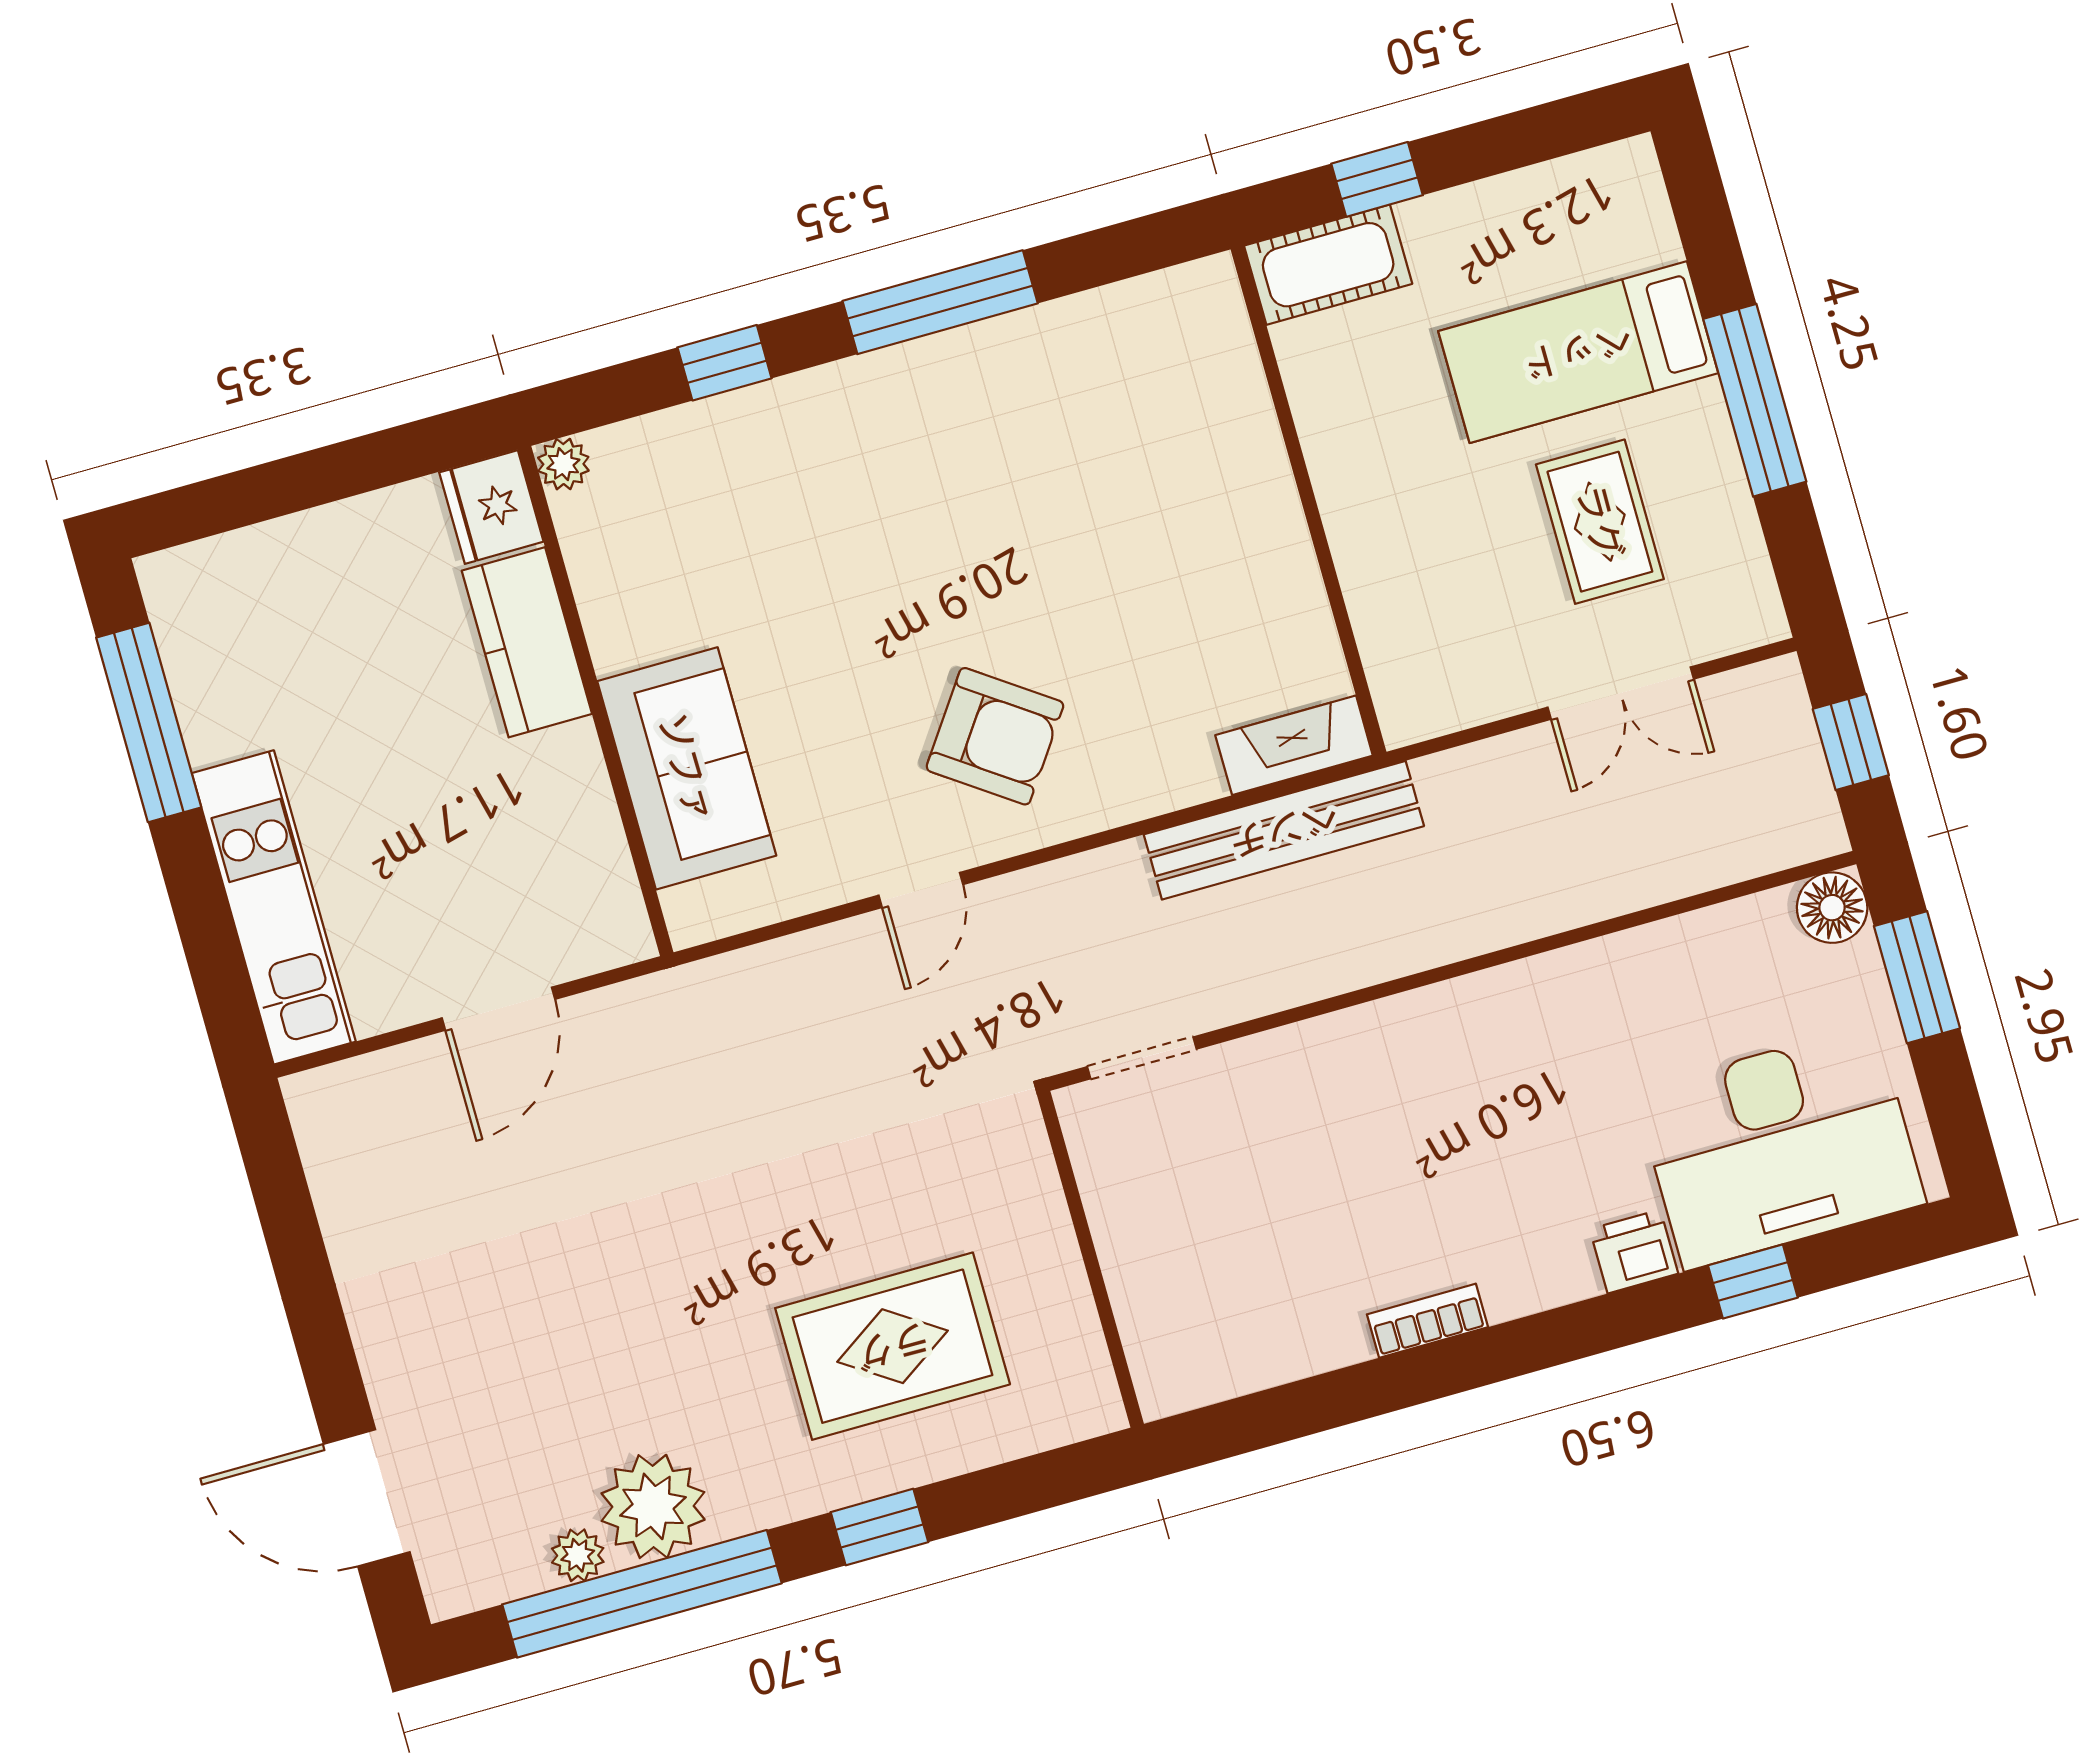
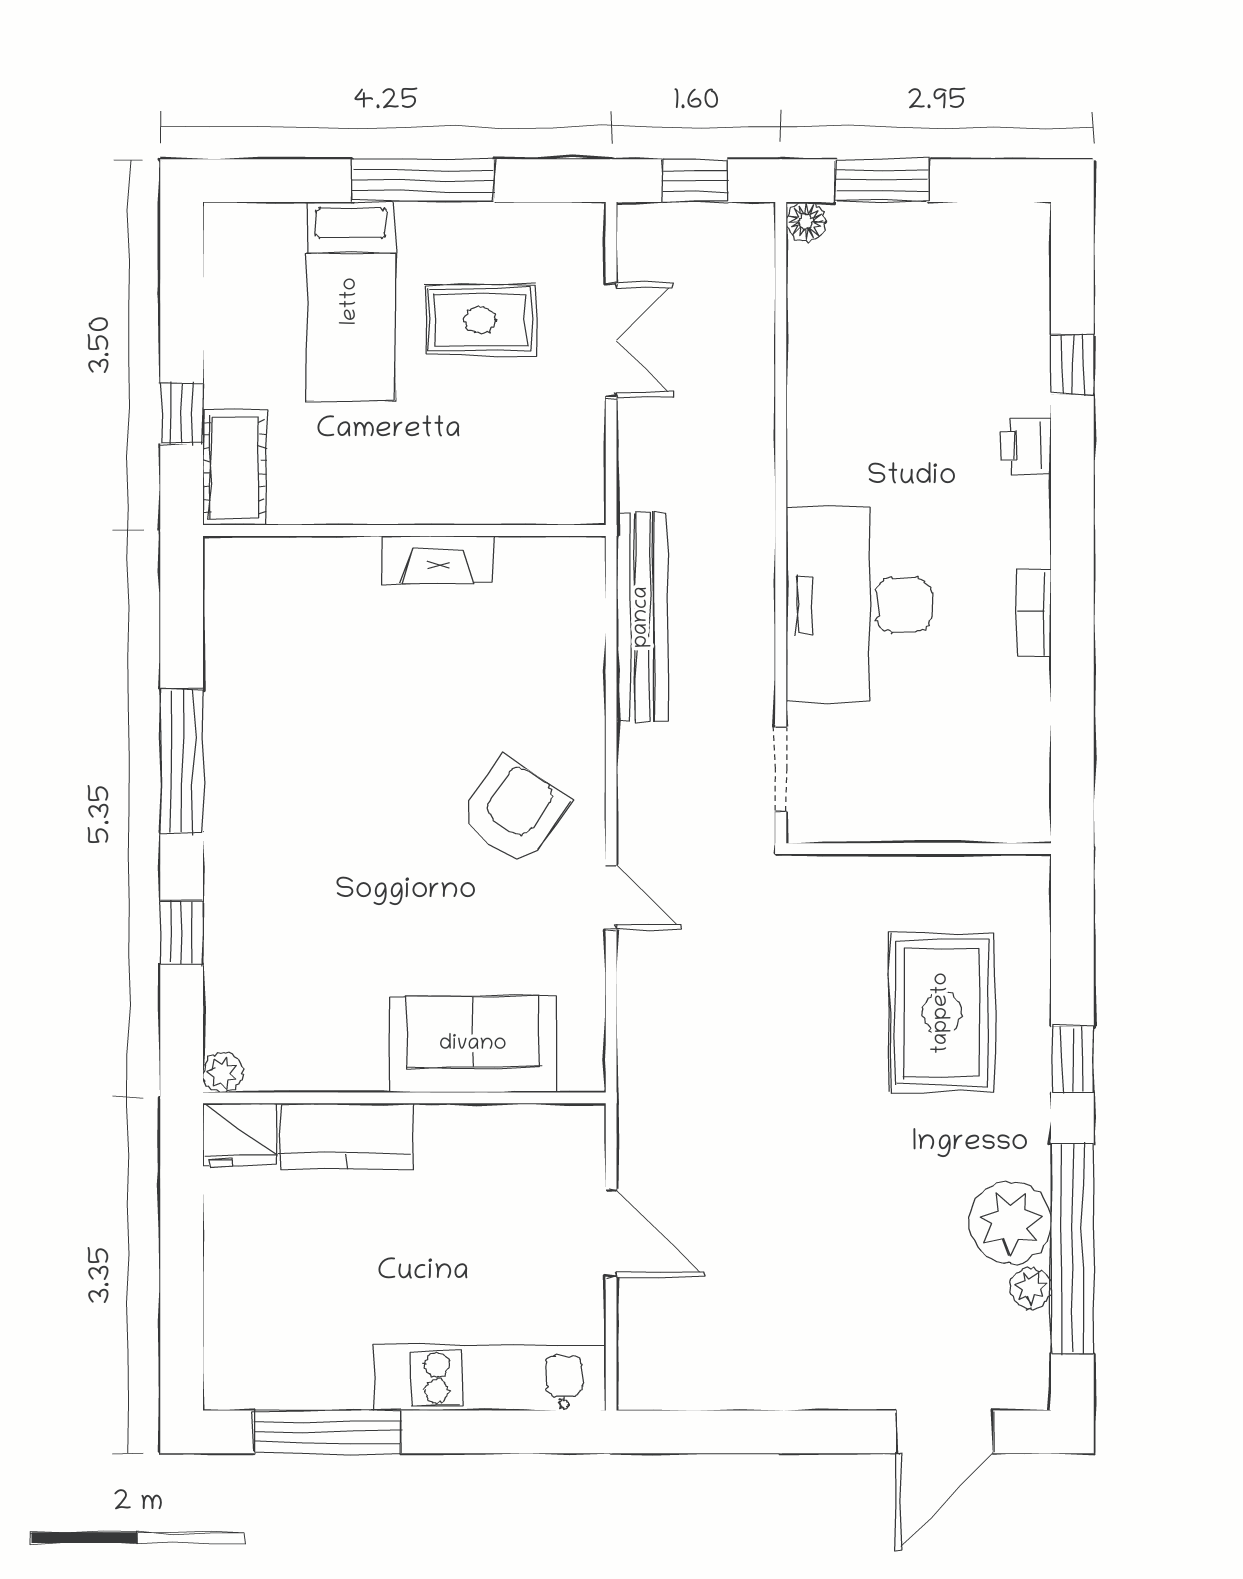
fireplace: (1294, 745) -> (438, 560), moved, turned -90
floor lamp: (1832, 908) -> (806, 221), width x0.73, depth x0.73
desk: (1780, 1147) -> (859, 605), moved, turned 180

